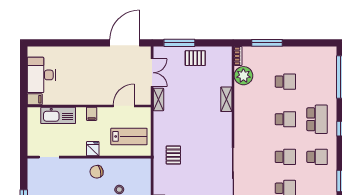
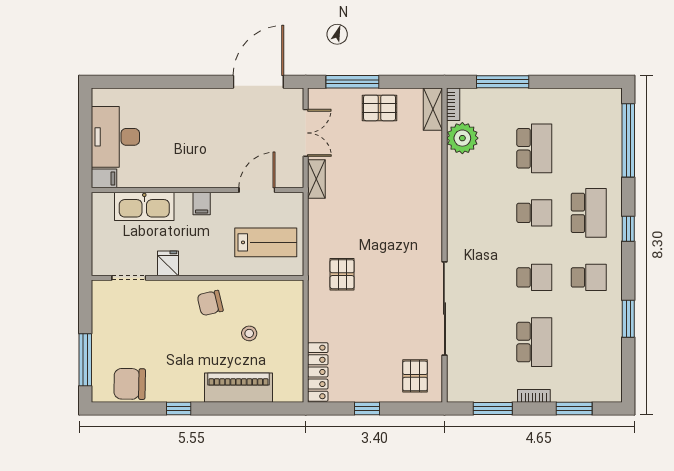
school desk: (285, 82) -> (534, 148), width x1.85
shelving: (226, 99) -> (433, 109), moved
fridge: (93, 149) -> (168, 263), moved

